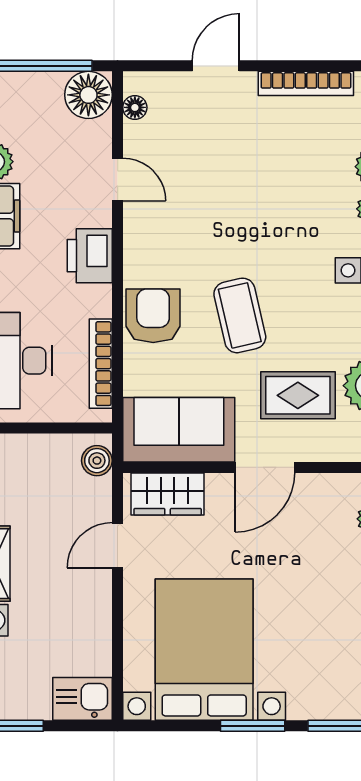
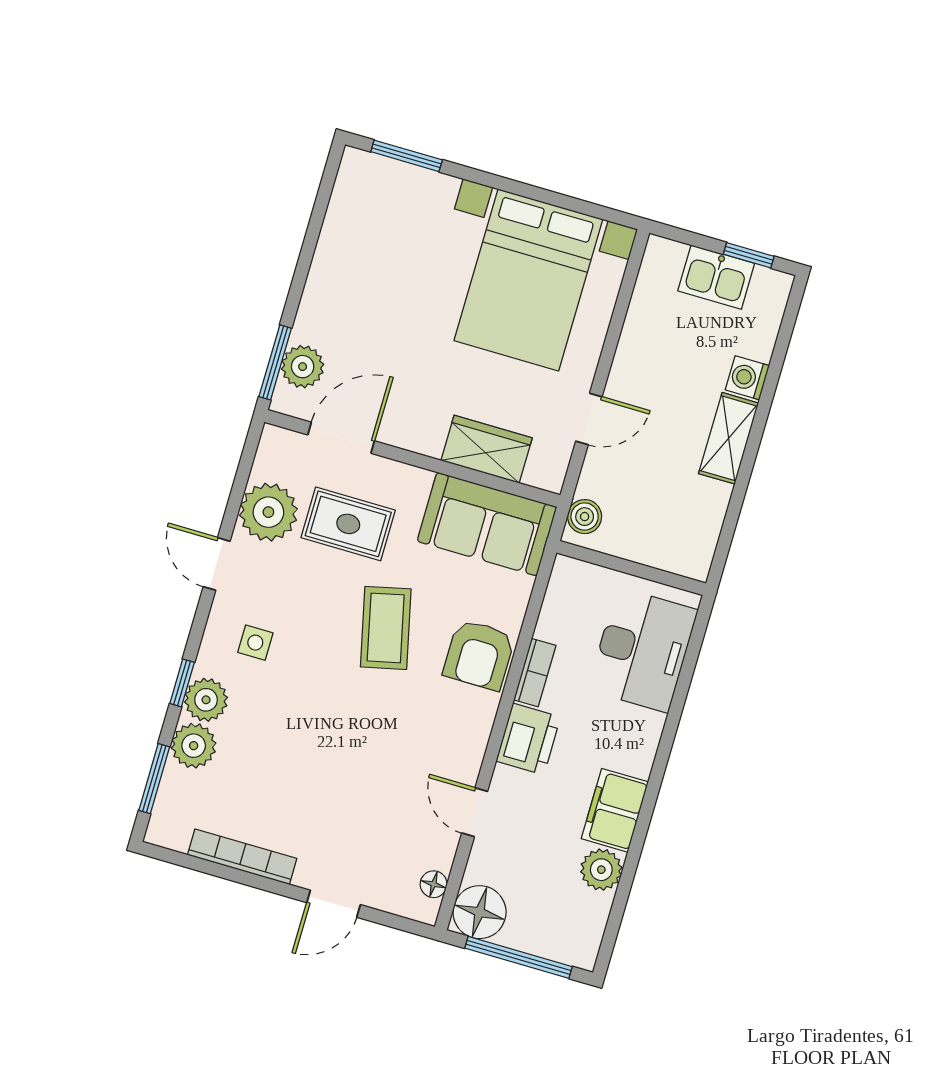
bookcase: (101, 364) -> (535, 673), moved, width x0.64
door: (265, 467) -> (341, 438), moved
wardrobe: (168, 494) -> (487, 449), moved
kitchen sink: (83, 699) -> (716, 277), moved
window: (253, 726) -> (500, 183), removed

